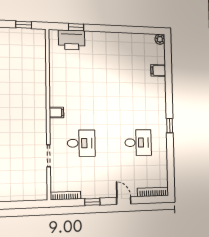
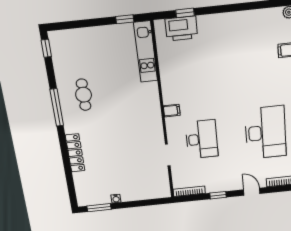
kitchen unit: (39, 56) -> (146, 52), added
desk: (81, 143) -> (202, 139), width x1.37
desk: (138, 143) -> (266, 133), width x1.87, depth x1.30

